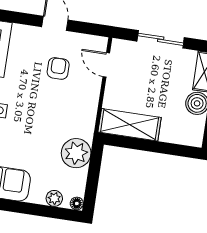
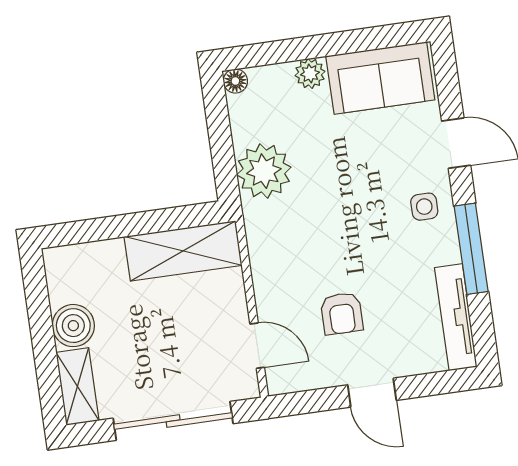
sliding door: (161, 39) -> (173, 421), width x1.37
plant: (54, 198) -> (310, 74), moved

